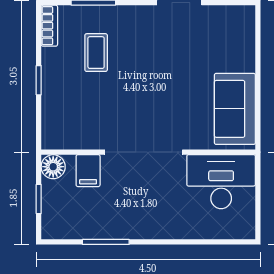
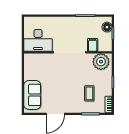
sofa: (235, 109) -> (32, 95), moved
plant: (68, 130) -> (101, 62), added
floor lamp: (53, 167) -> (107, 27), moved

